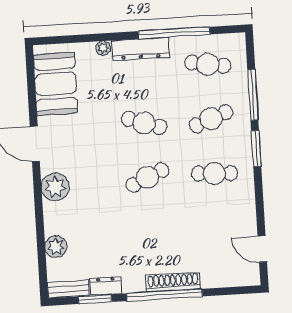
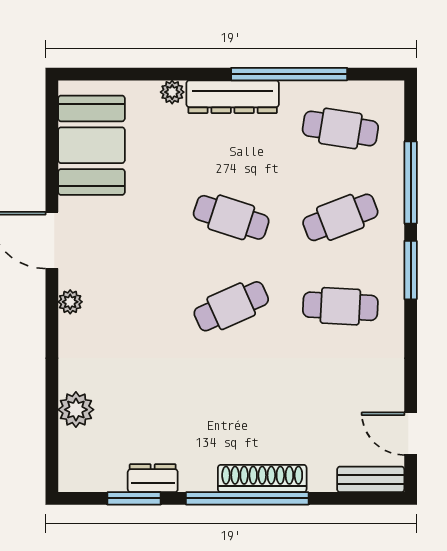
plant: (55, 187) -> (70, 302), width x0.53, depth x0.53
bench: (68, 289) -> (371, 479), moved

